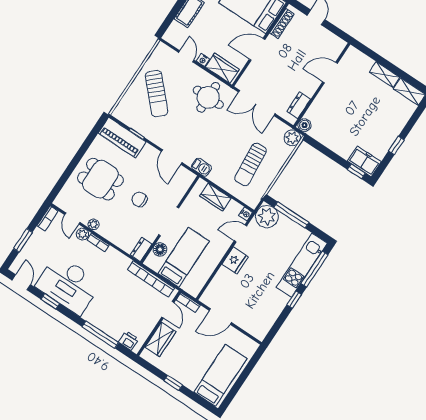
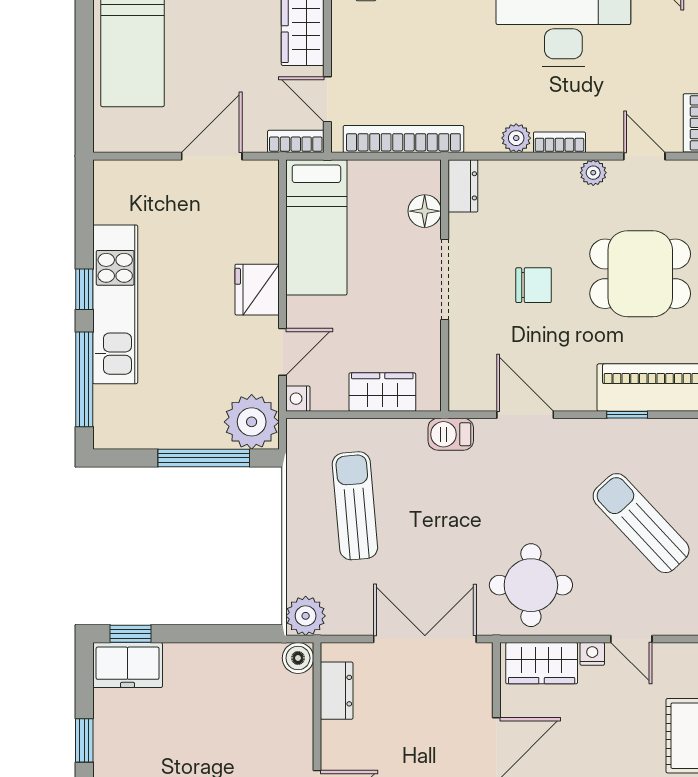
plant: (82, 234) -> (516, 138), moved
bed: (184, 257) -> (316, 227), moved
kitchen unit: (302, 265) -> (115, 304), moved

